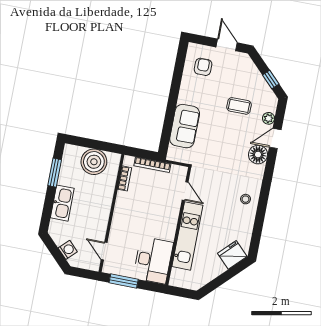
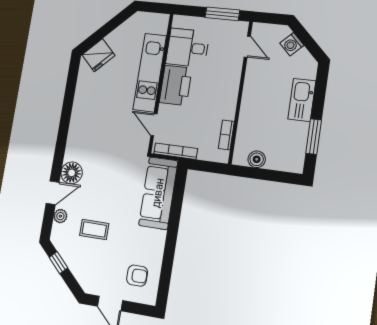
armchair: (203, 67) -> (137, 276), turned -90
sofa: (185, 126) -> (158, 193), width x1.36
boiler: (94, 162) -> (257, 159), width x0.54, depth x0.54
bookcase: (152, 165) -> (176, 151), moved
stool: (246, 199) -> (85, 120), removed
printer: (166, 223) -> (176, 85), added
desk: (153, 260) -> (188, 48), width x0.73

